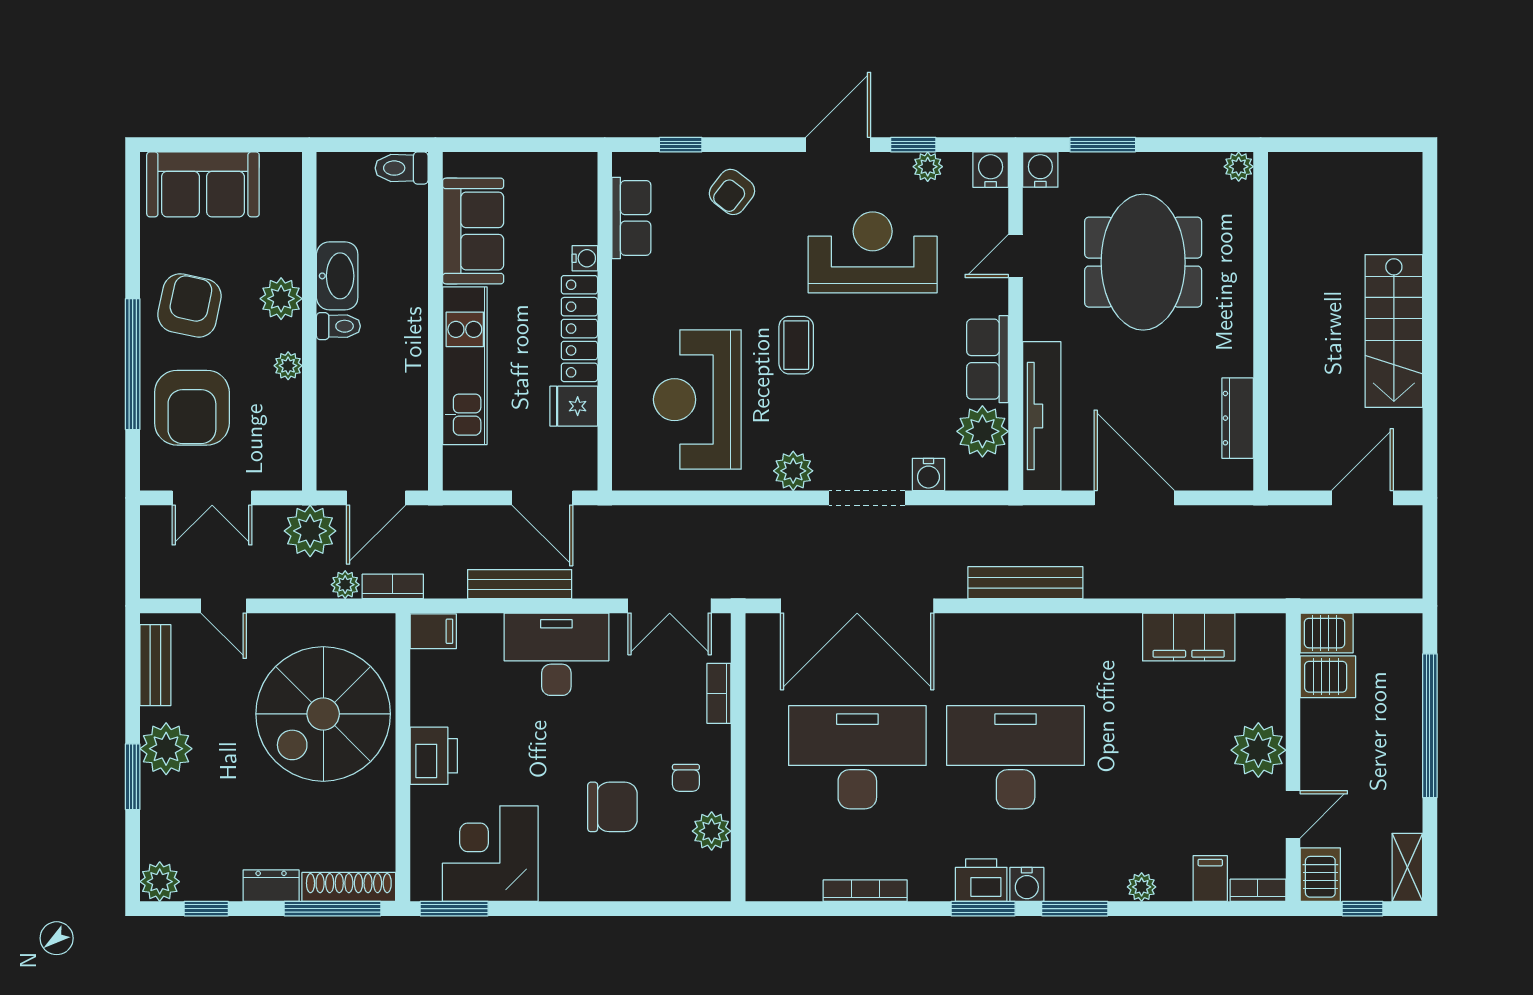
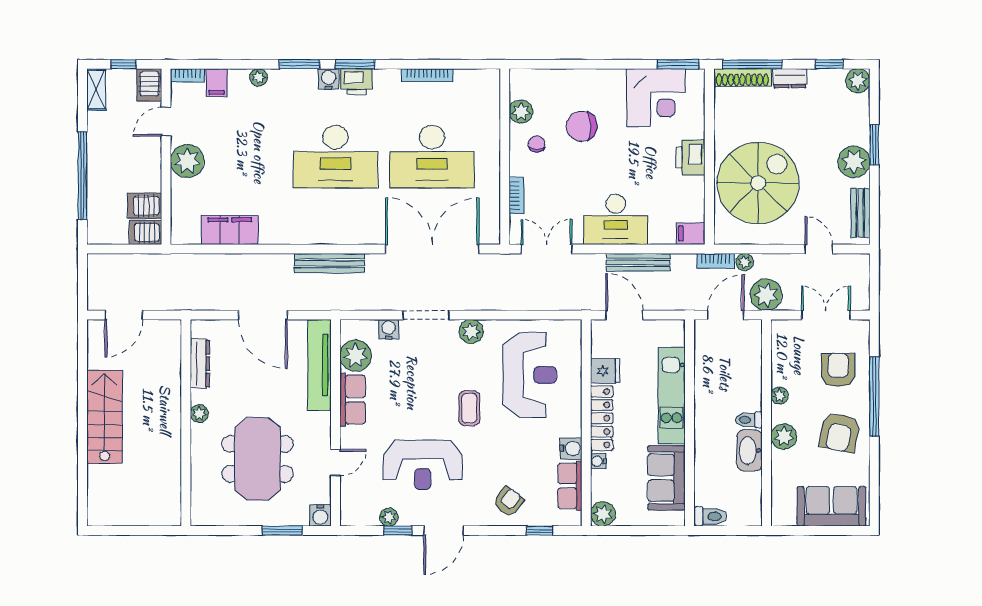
plant: (1239, 167) -> (199, 414), moved
water cooler: (991, 170) -> (571, 448), moved, turned -90
plant: (577, 172) -> (603, 514), added
armchair: (192, 408) -> (838, 370), width x0.73, depth x0.73

